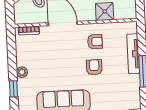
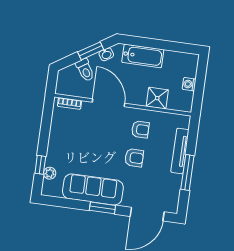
armchair: (94, 67) -> (134, 158), turned 90
plant: (22, 72) -> (50, 173), moved

